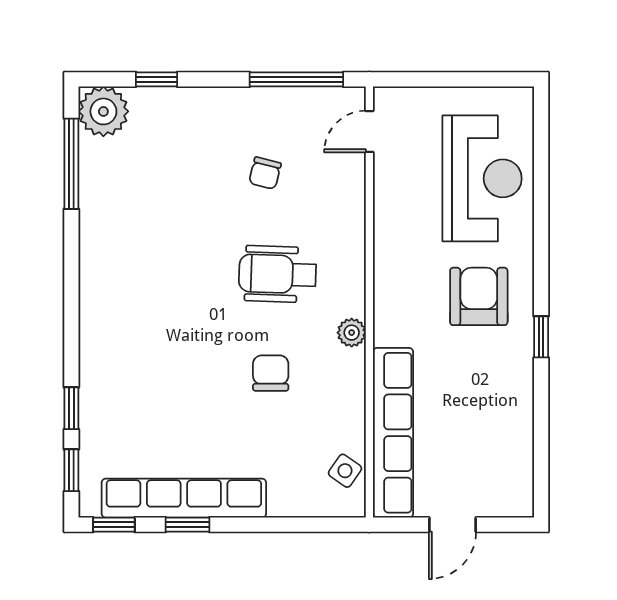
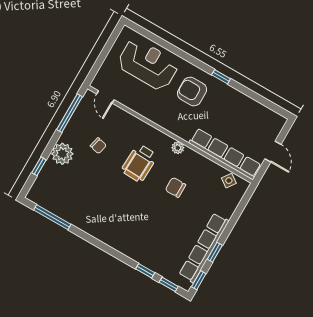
plant: (103, 111) -> (62, 154), moved

